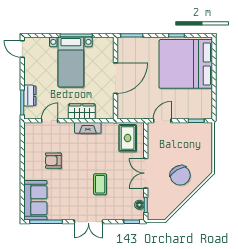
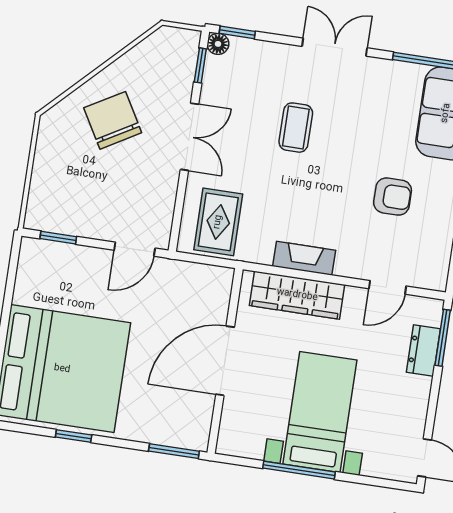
wardrobe: (82, 111) -> (297, 295), width x1.50
floor lamp: (139, 205) -> (218, 44), moved

